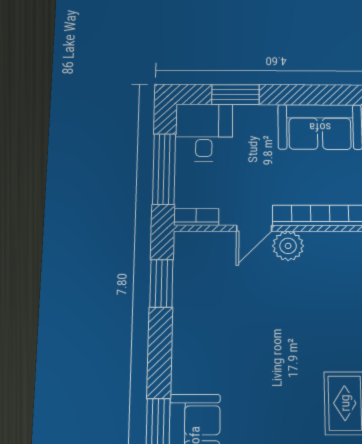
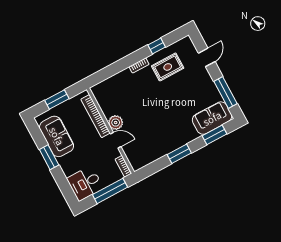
window: (235, 95) -> (49, 157), moved
window: (161, 283) -> (179, 154), moved

